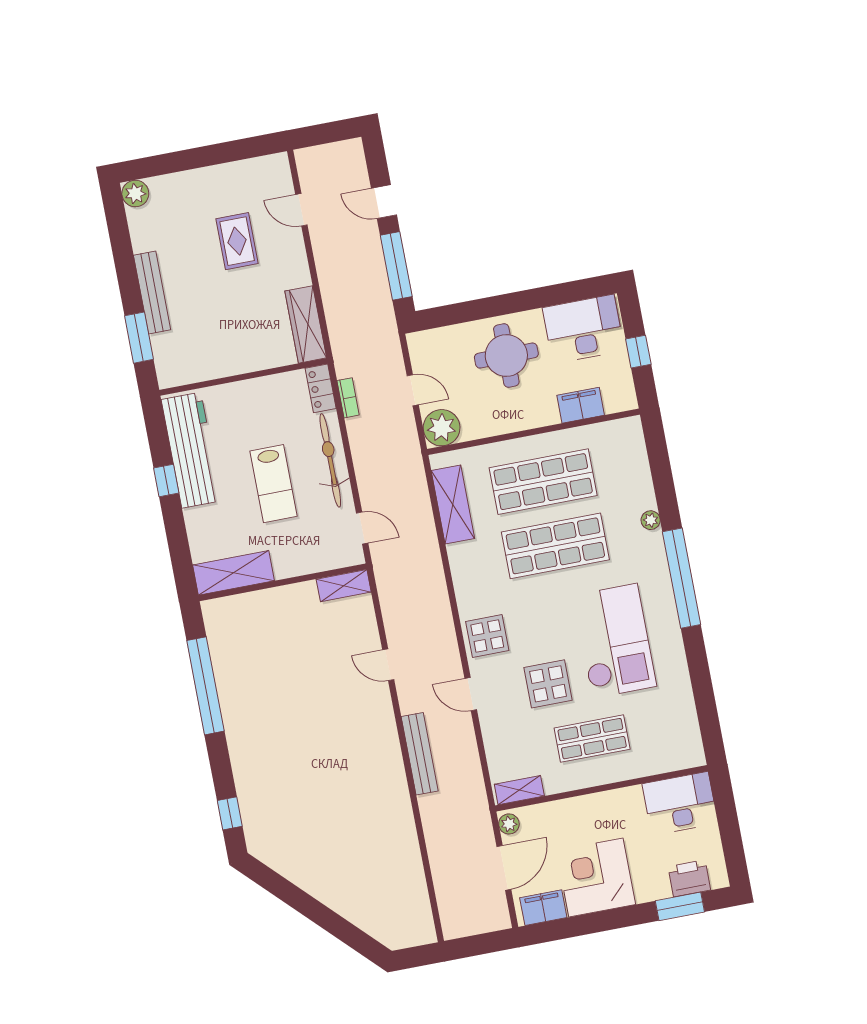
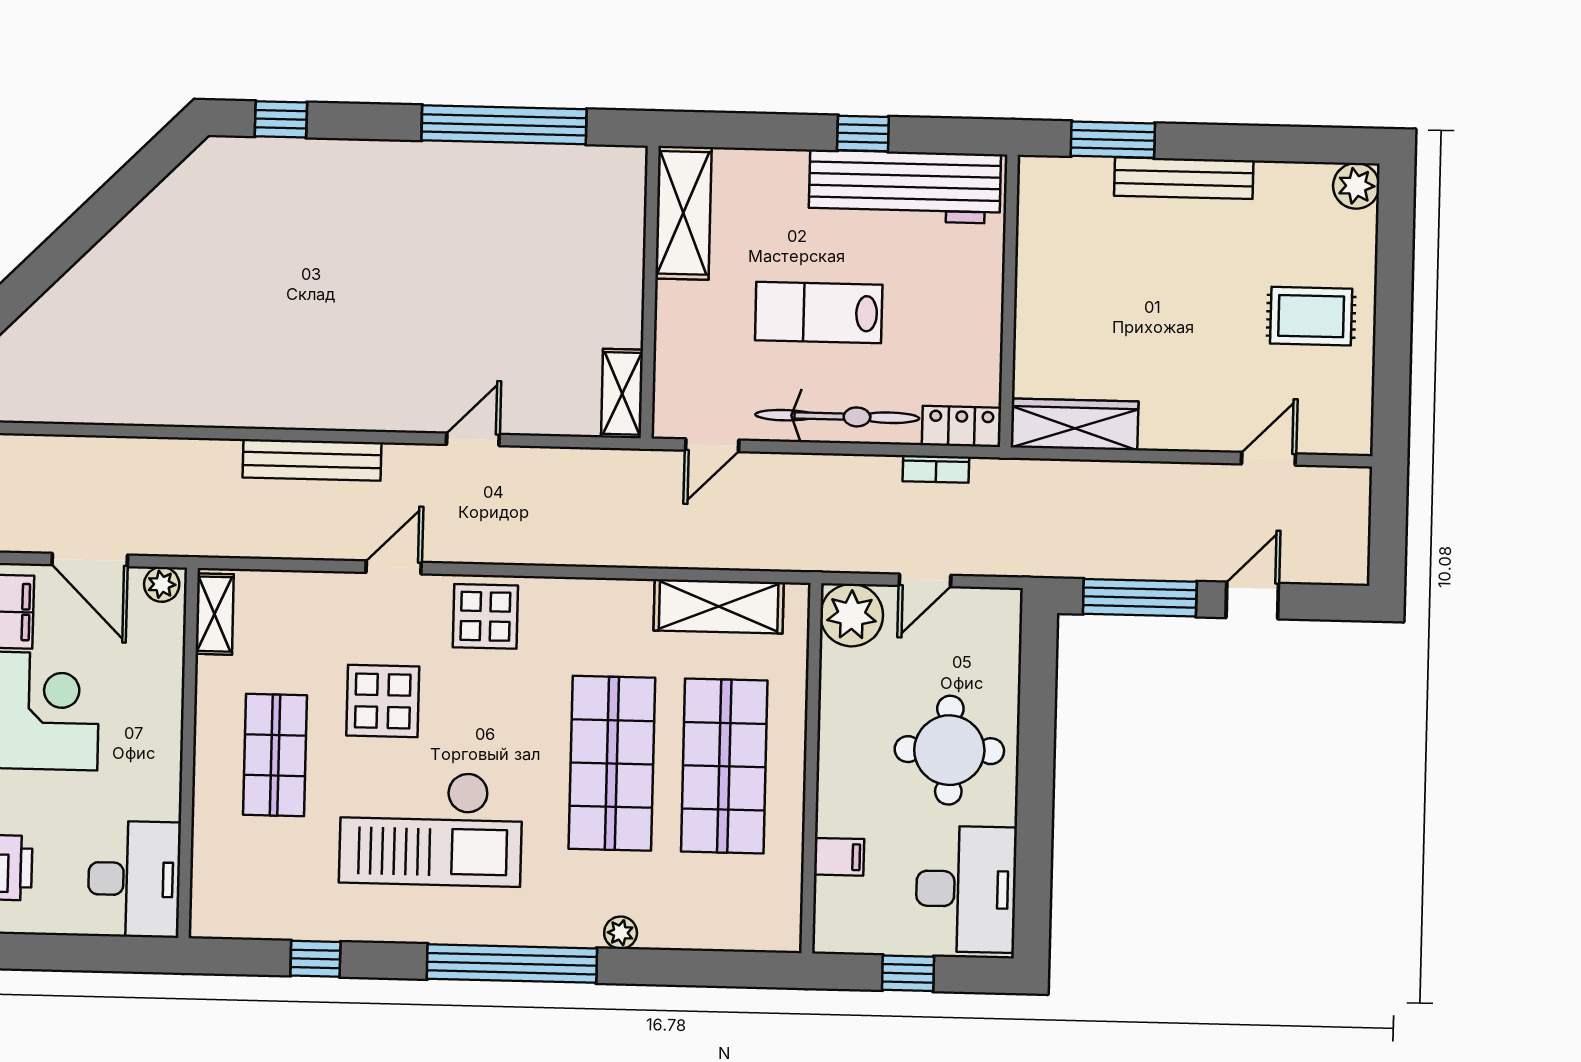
rug: (237, 241) -> (1311, 316), moved
filing cabinet: (581, 405) -> (839, 857), width x0.50
window: (703, 690) -> (315, 959), added

